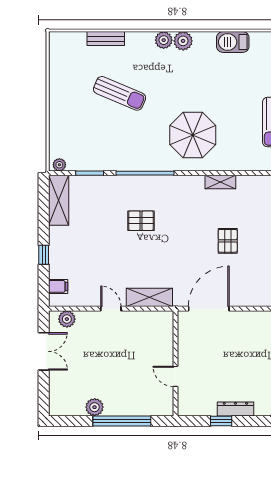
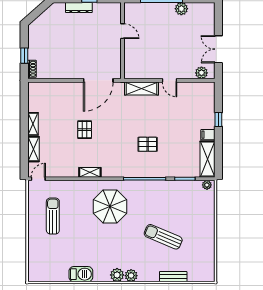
filing cabinet: (58, 286) -> (208, 135), moved

